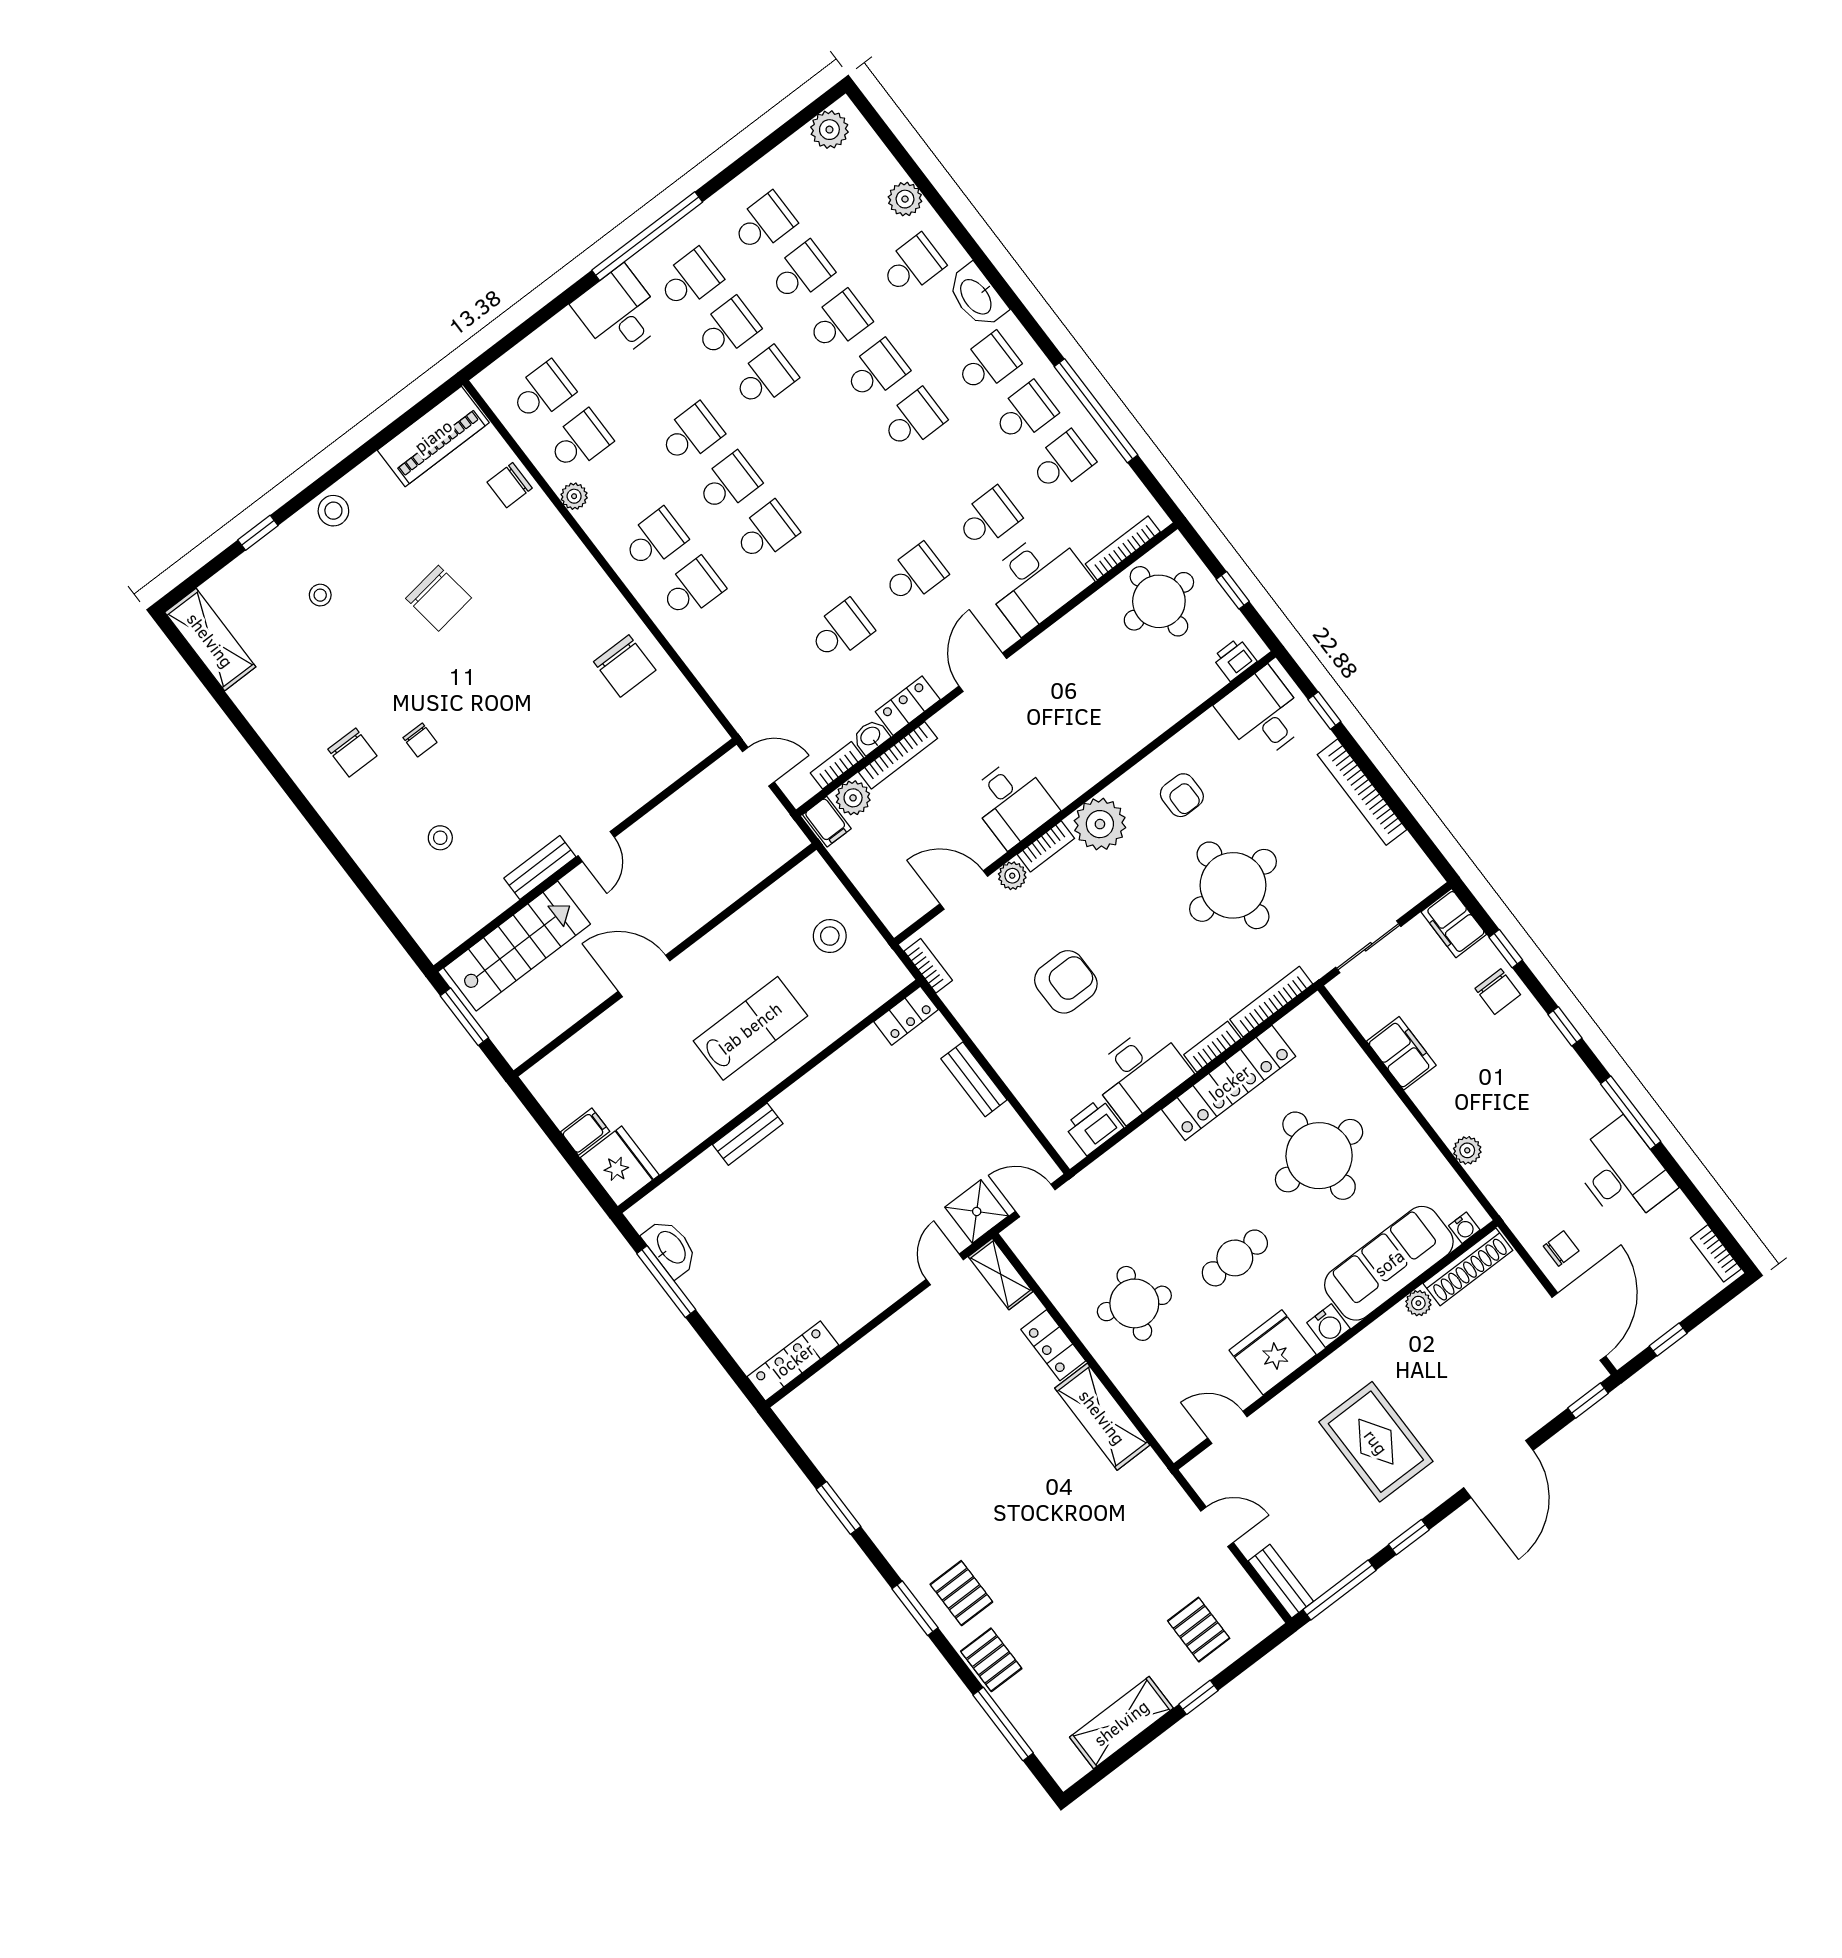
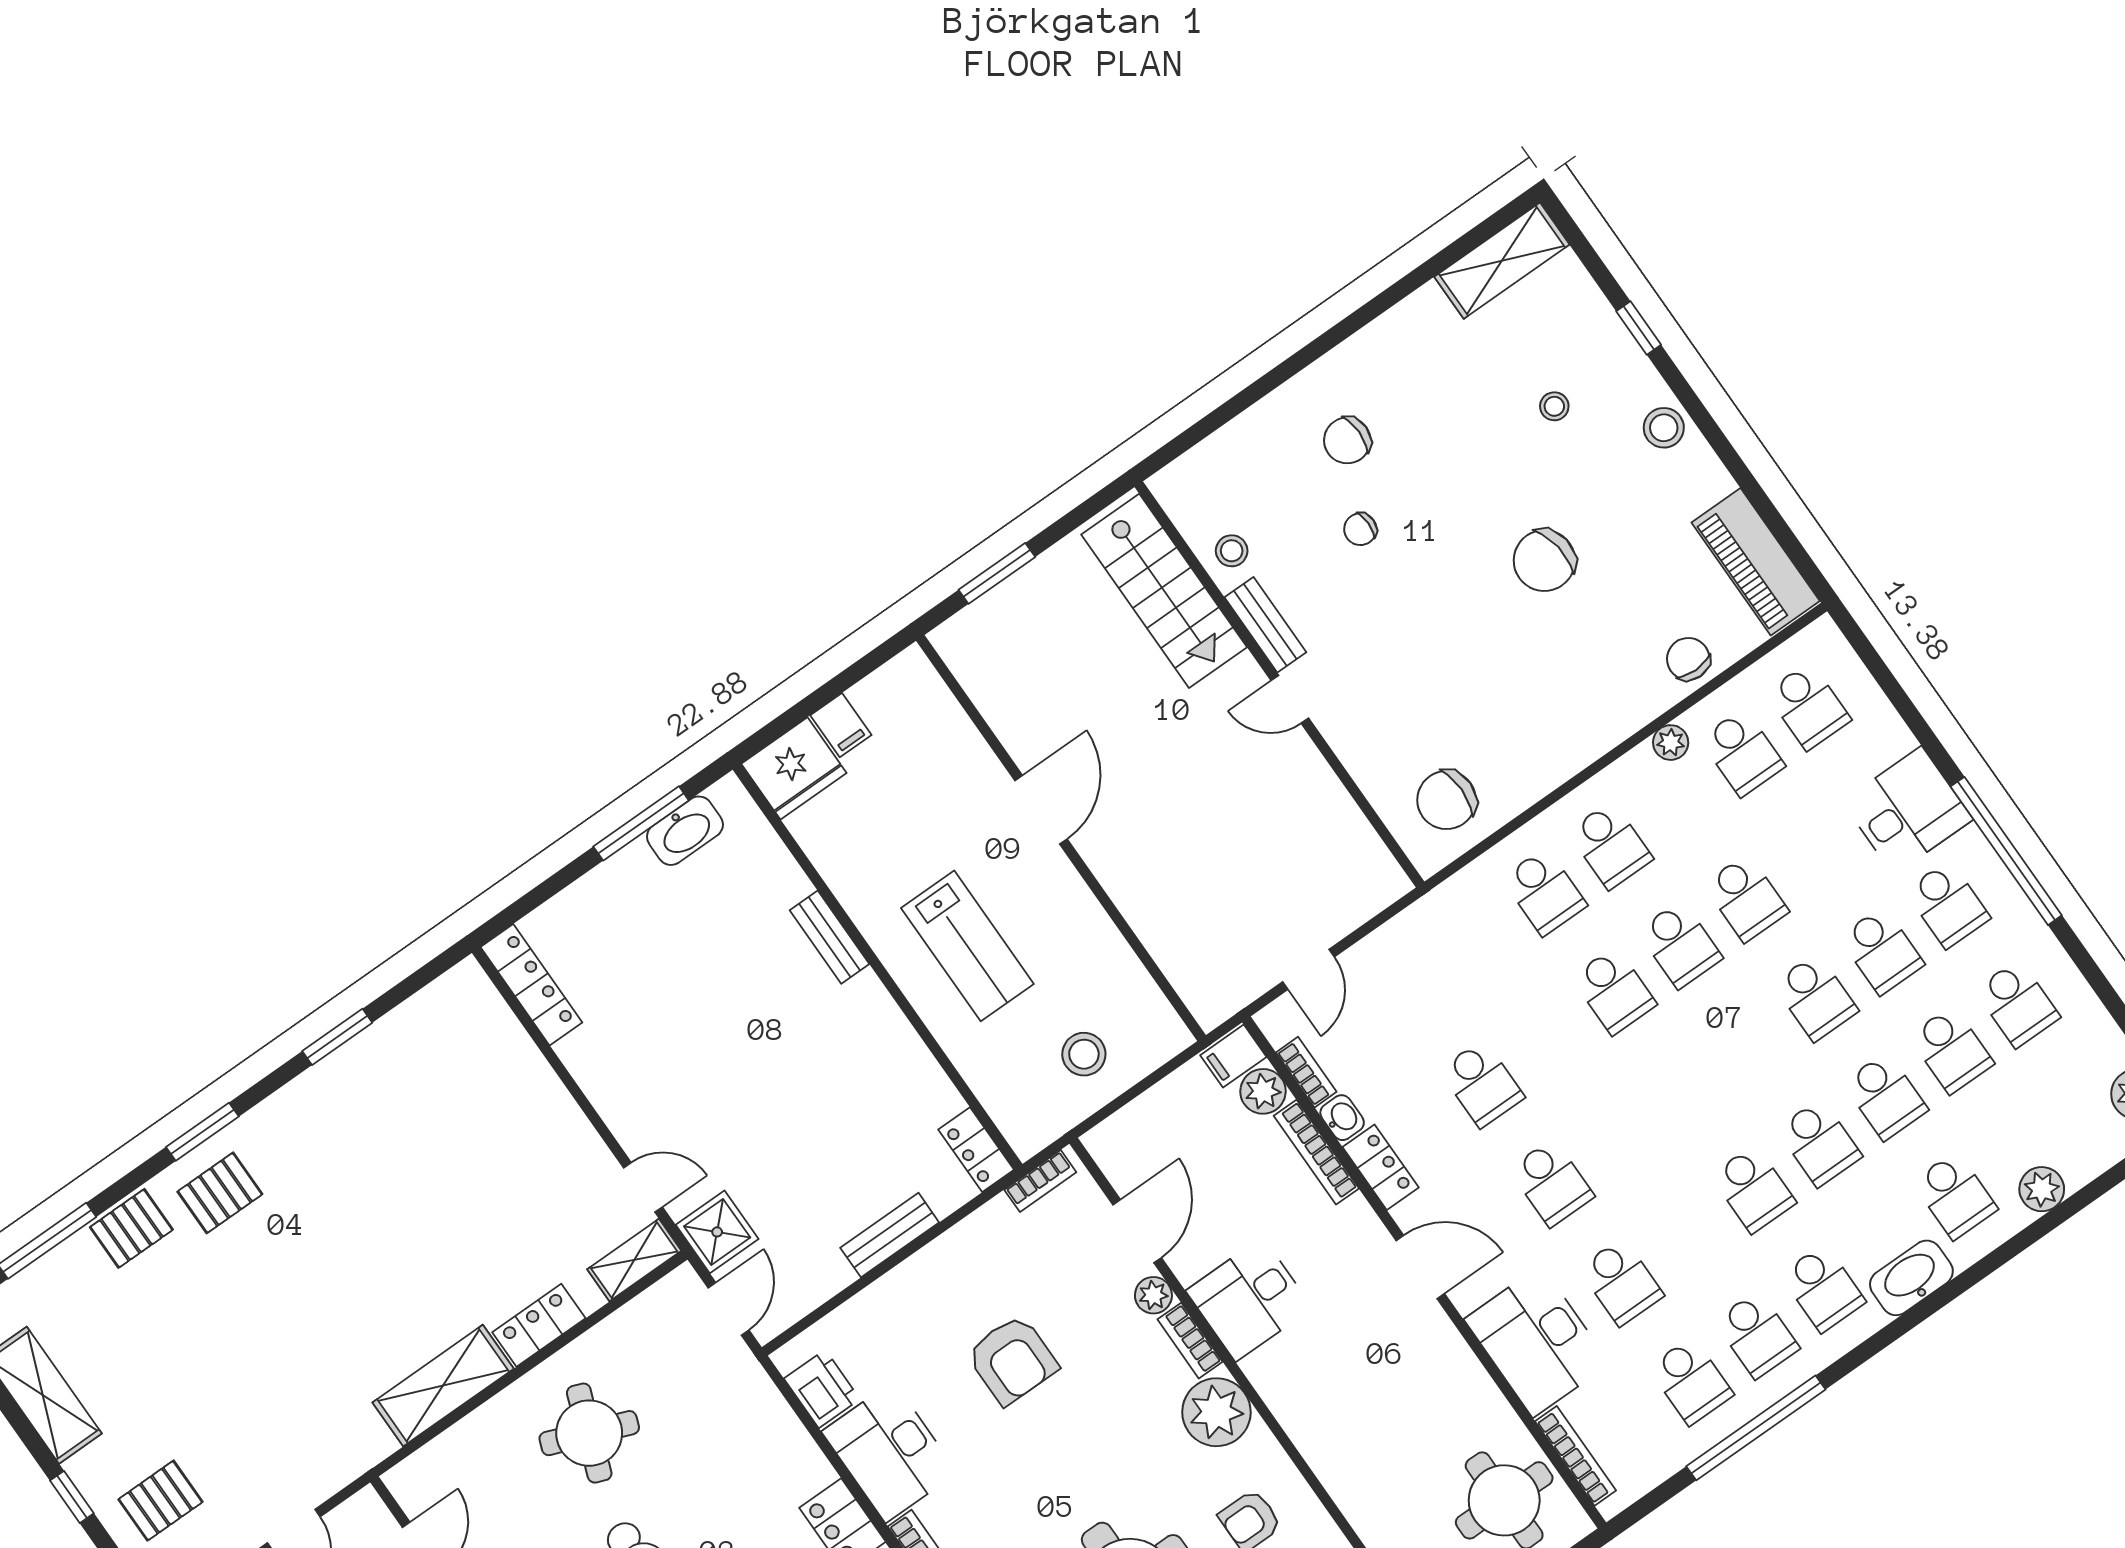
door: (596, 847) -> (1290, 699), moved
wall: (585, 855) -> (1279, 684), moved
bench: (540, 868) -> (1265, 625), moved
stairs: (517, 946) -> (1164, 591), moved

